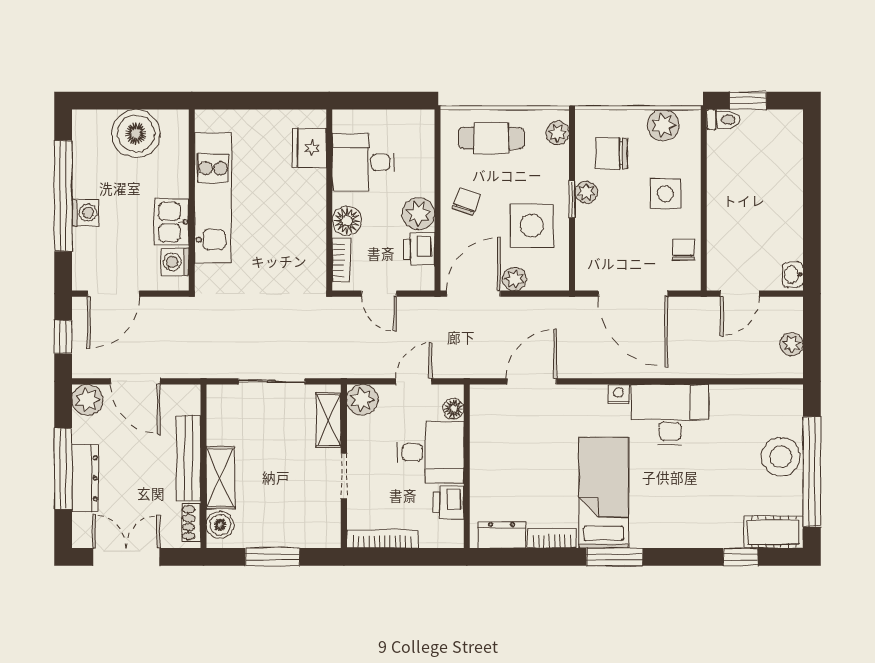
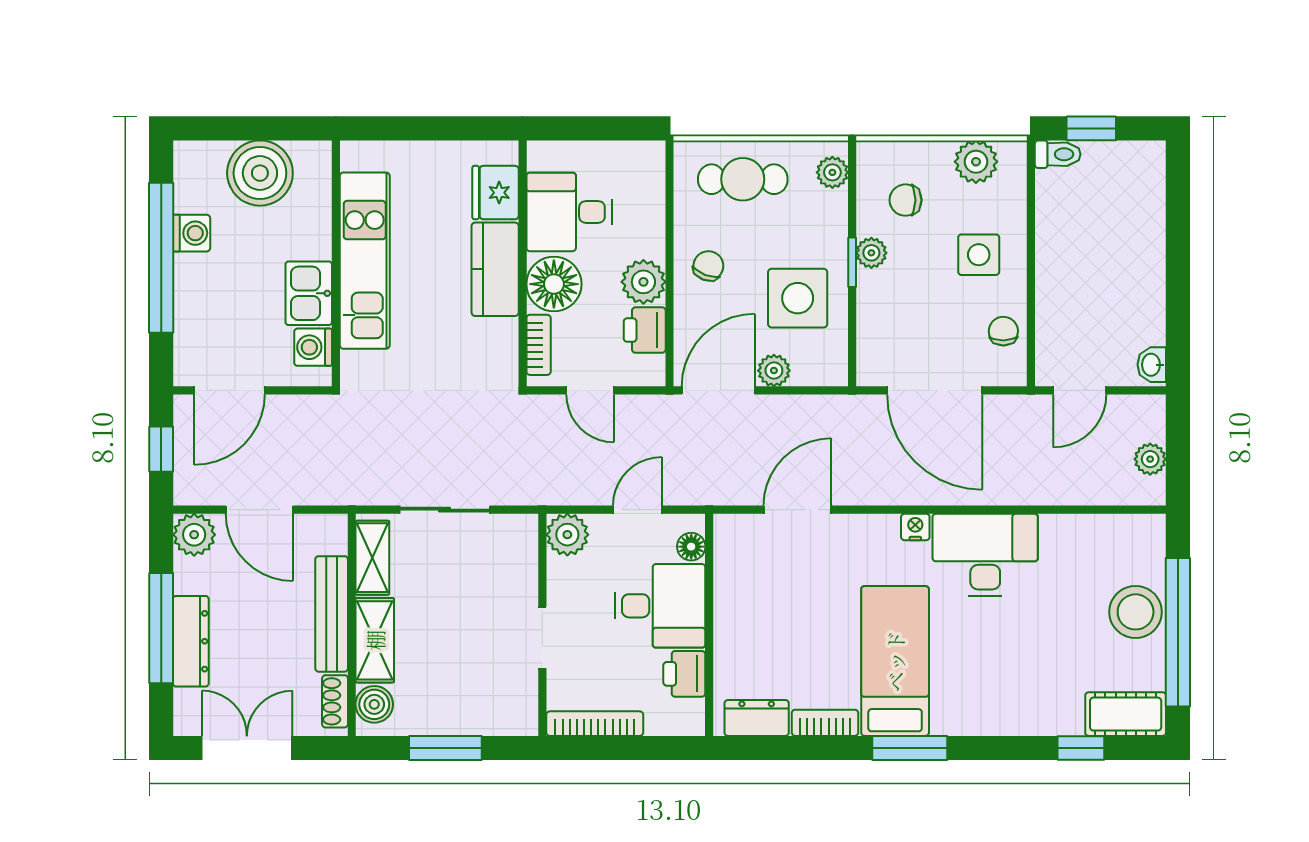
chair: (611, 153) -> (905, 200), width x0.73, depth x0.73
kitchen counter: (309, 204) -> (495, 269), added
washing machine: (85, 213) -> (192, 233), moved
floor lamp: (347, 221) -> (554, 284), width x1.38, depth x1.38
shelving: (329, 420) -> (372, 558), moved

